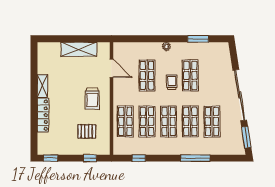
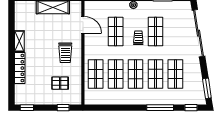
sliding door: (240, 95) -> (198, 33), moved
window: (139, 158) -> (191, 108), moved

